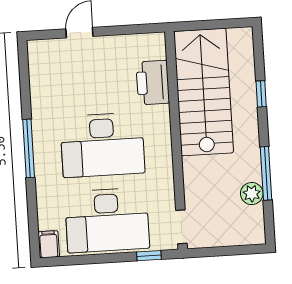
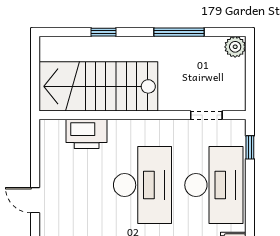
plant: (252, 194) -> (235, 47), moved
doorway: (181, 227) -> (206, 115), moved

